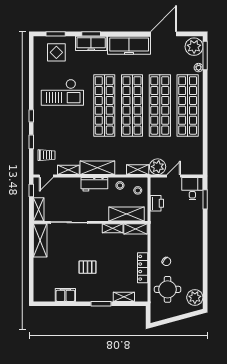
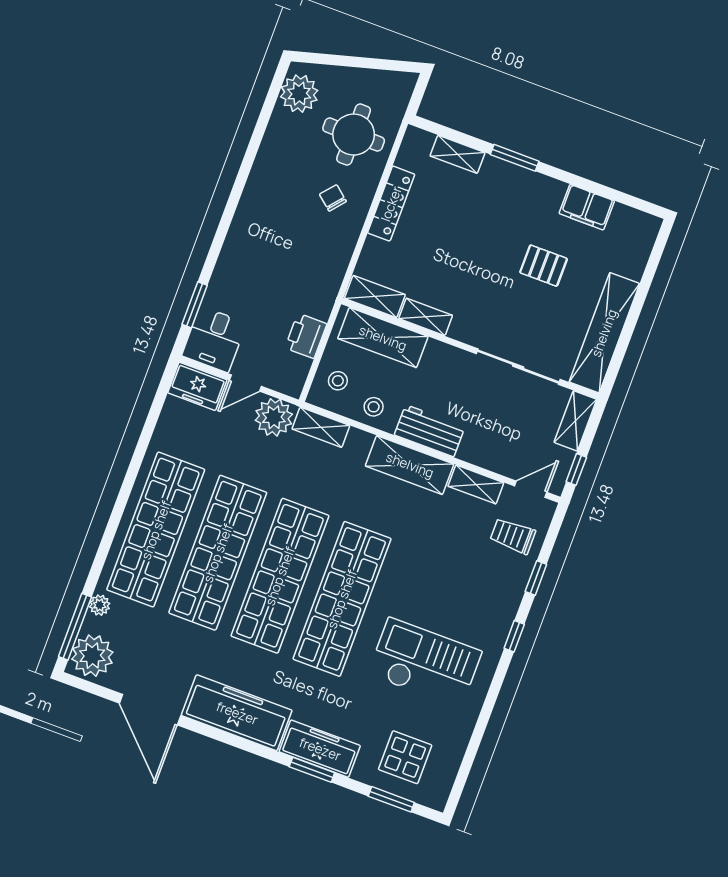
door: (164, 34) -> (150, 710), hinge flipped
freezer: (192, 168) -> (197, 386), added
shelving: (40, 240) -> (604, 333), width x1.47
pallet: (88, 267) -> (544, 266), moved

